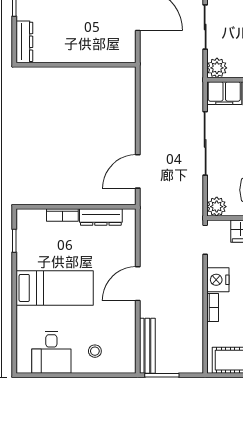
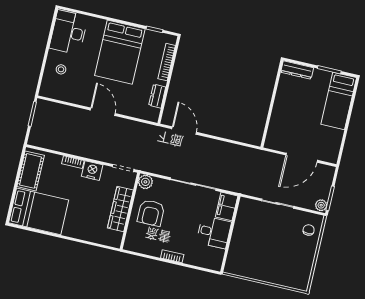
plant: (217, 68) -> (246, 205), removed
bookcase: (62, 215) -> (167, 62), width x1.56
dresser: (101, 217) -> (157, 96), width x0.70
bed: (55, 288) -> (120, 52), width x1.50
bench: (147, 346) -> (56, 108), removed
desk: (51, 352) -> (69, 32), width x1.37

